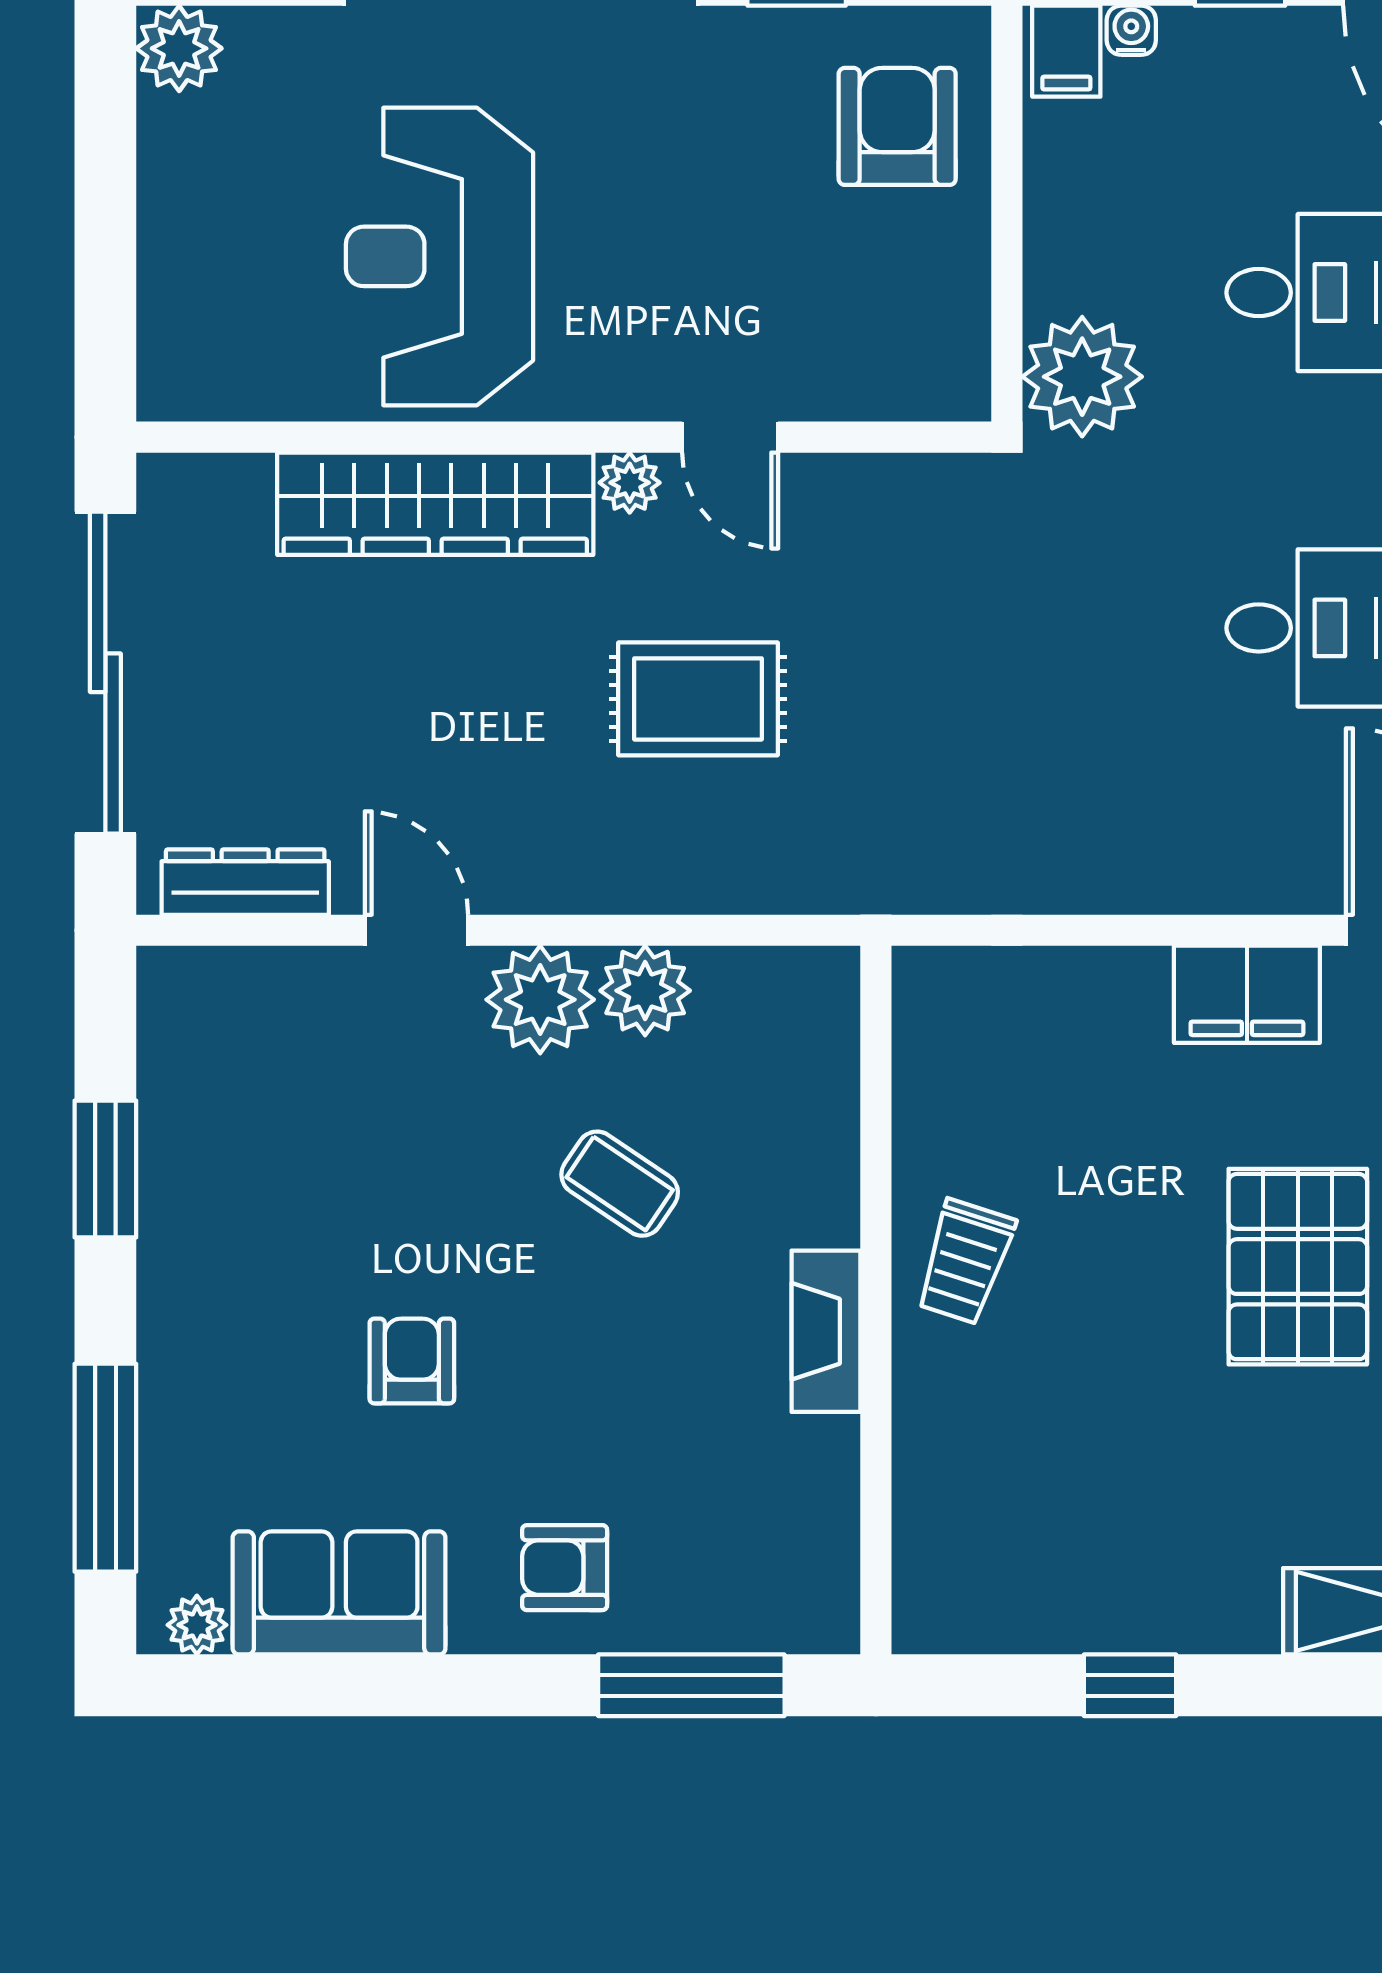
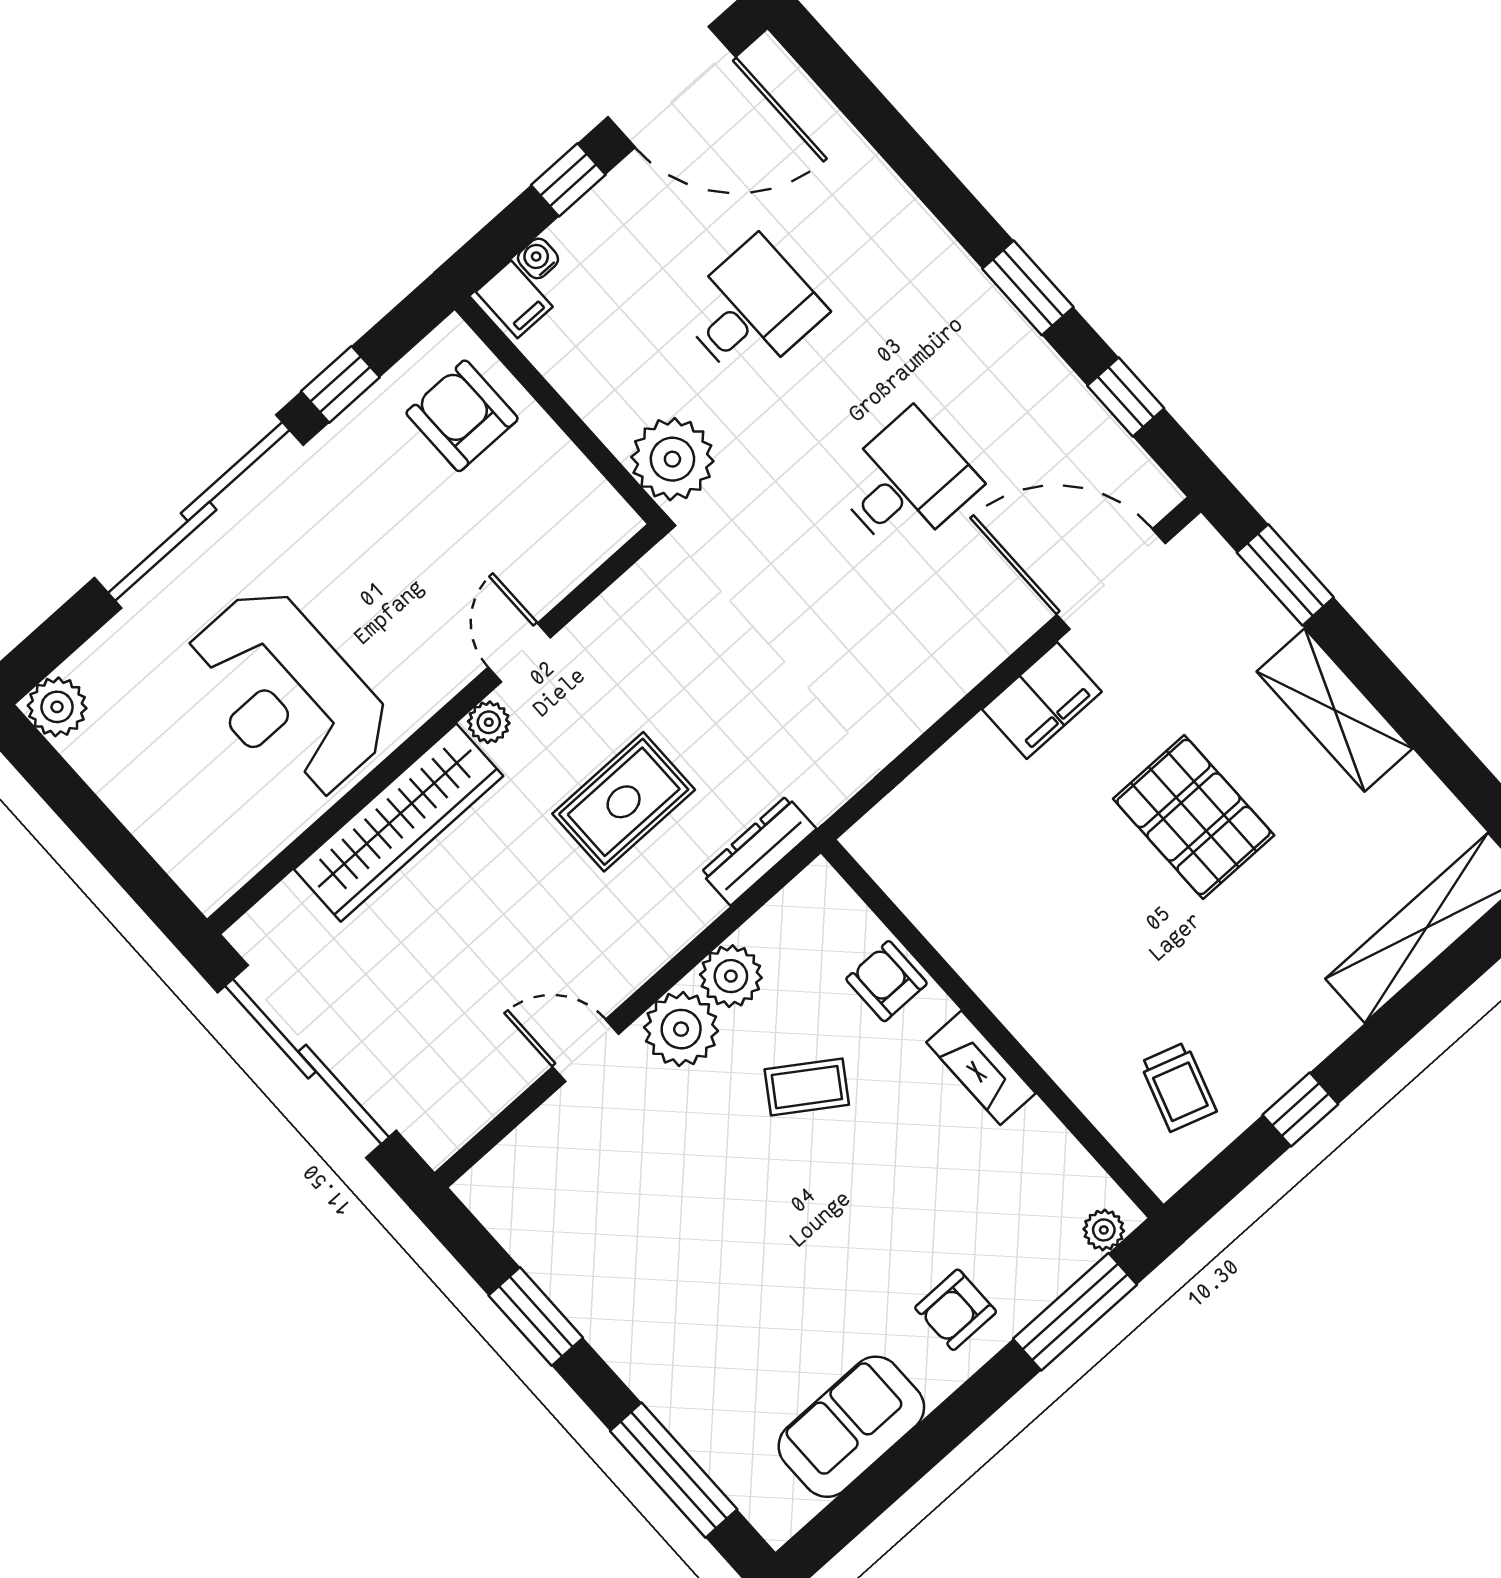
door: (730, 437) -> (519, 652), swing flipped
dresser: (245, 882) -> (759, 851), moved
trolley: (965, 1262) -> (1178, 1087), moved
armchair: (412, 1361) -> (886, 981), moved
plant: (197, 1625) -> (1104, 1230), moved

